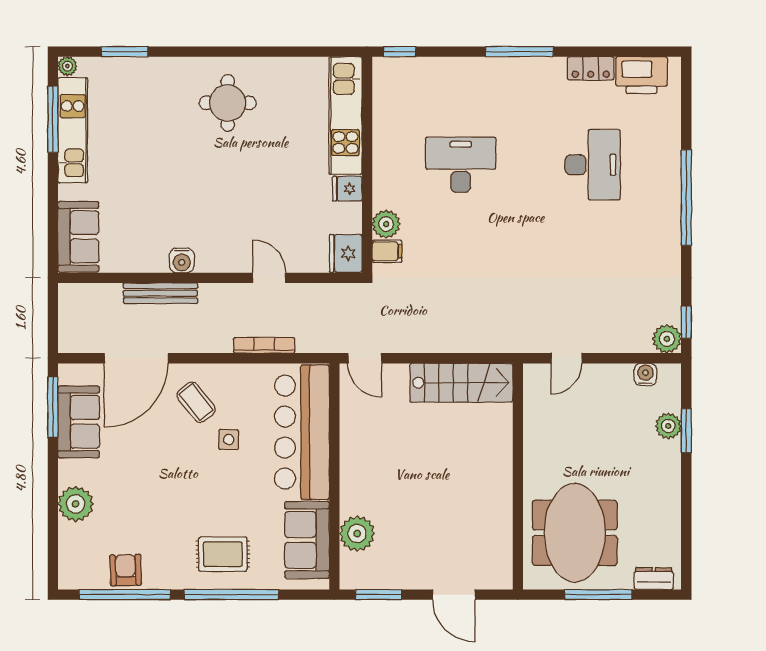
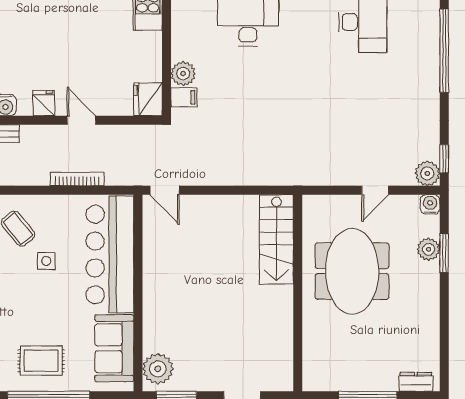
fridge: (347, 189) -> (44, 103), moved, turned 90
door: (567, 358) -> (375, 190), moved
water cooler: (645, 374) -> (430, 204), moved
stairs: (461, 383) -> (276, 239), moved, turned 90
meeting table: (575, 533) -> (352, 271), moved
plant: (357, 534) -> (158, 369), moved

